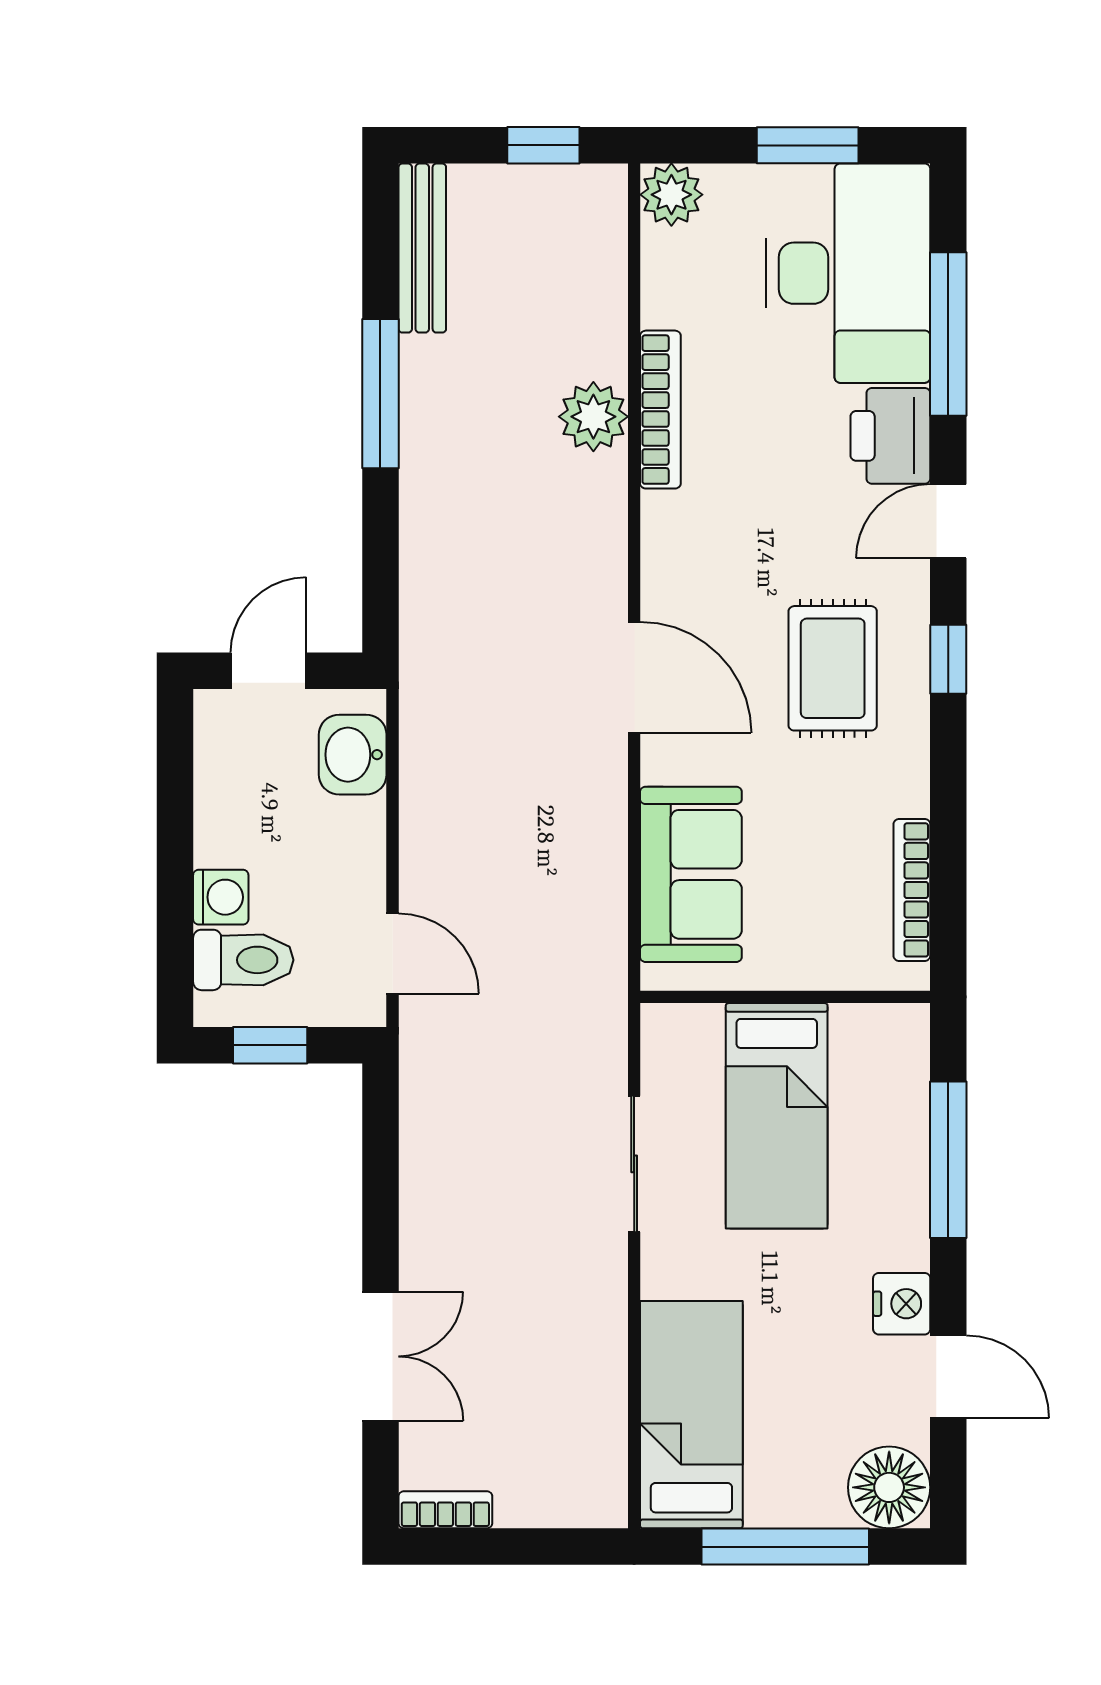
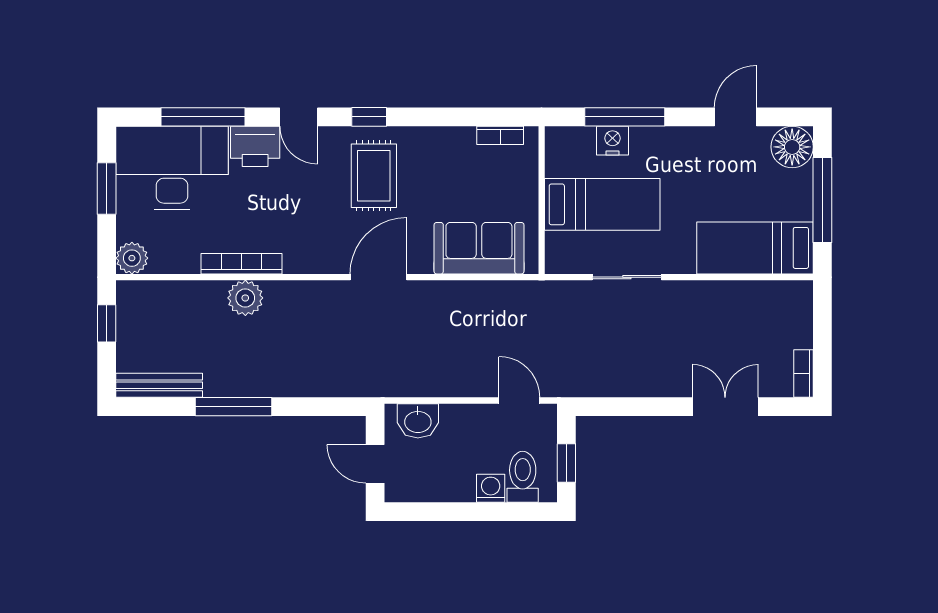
rug: (833, 668) -> (374, 176), turned 90
bookcase: (912, 890) -> (500, 135), width x0.64
door: (393, 953) -> (519, 401), hinge flipped
nightstand: (902, 1304) -> (613, 141), moved

